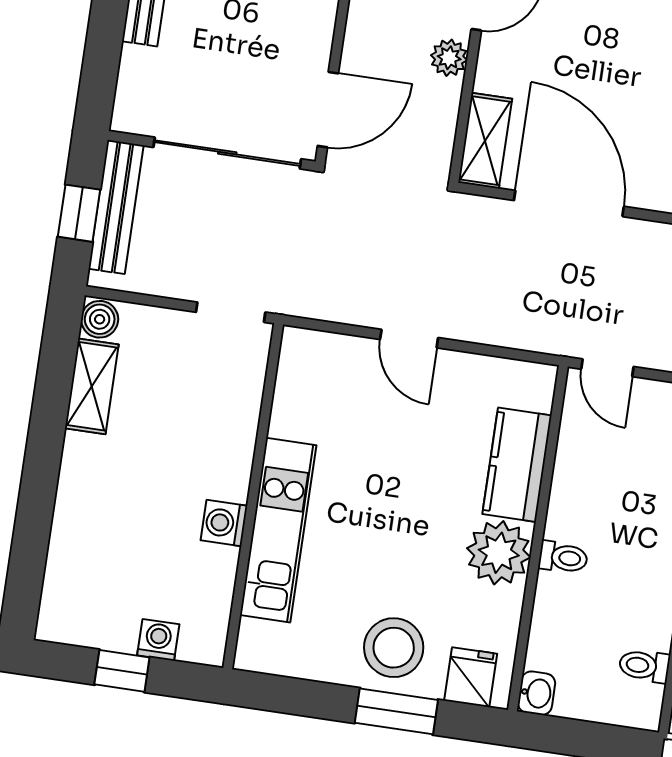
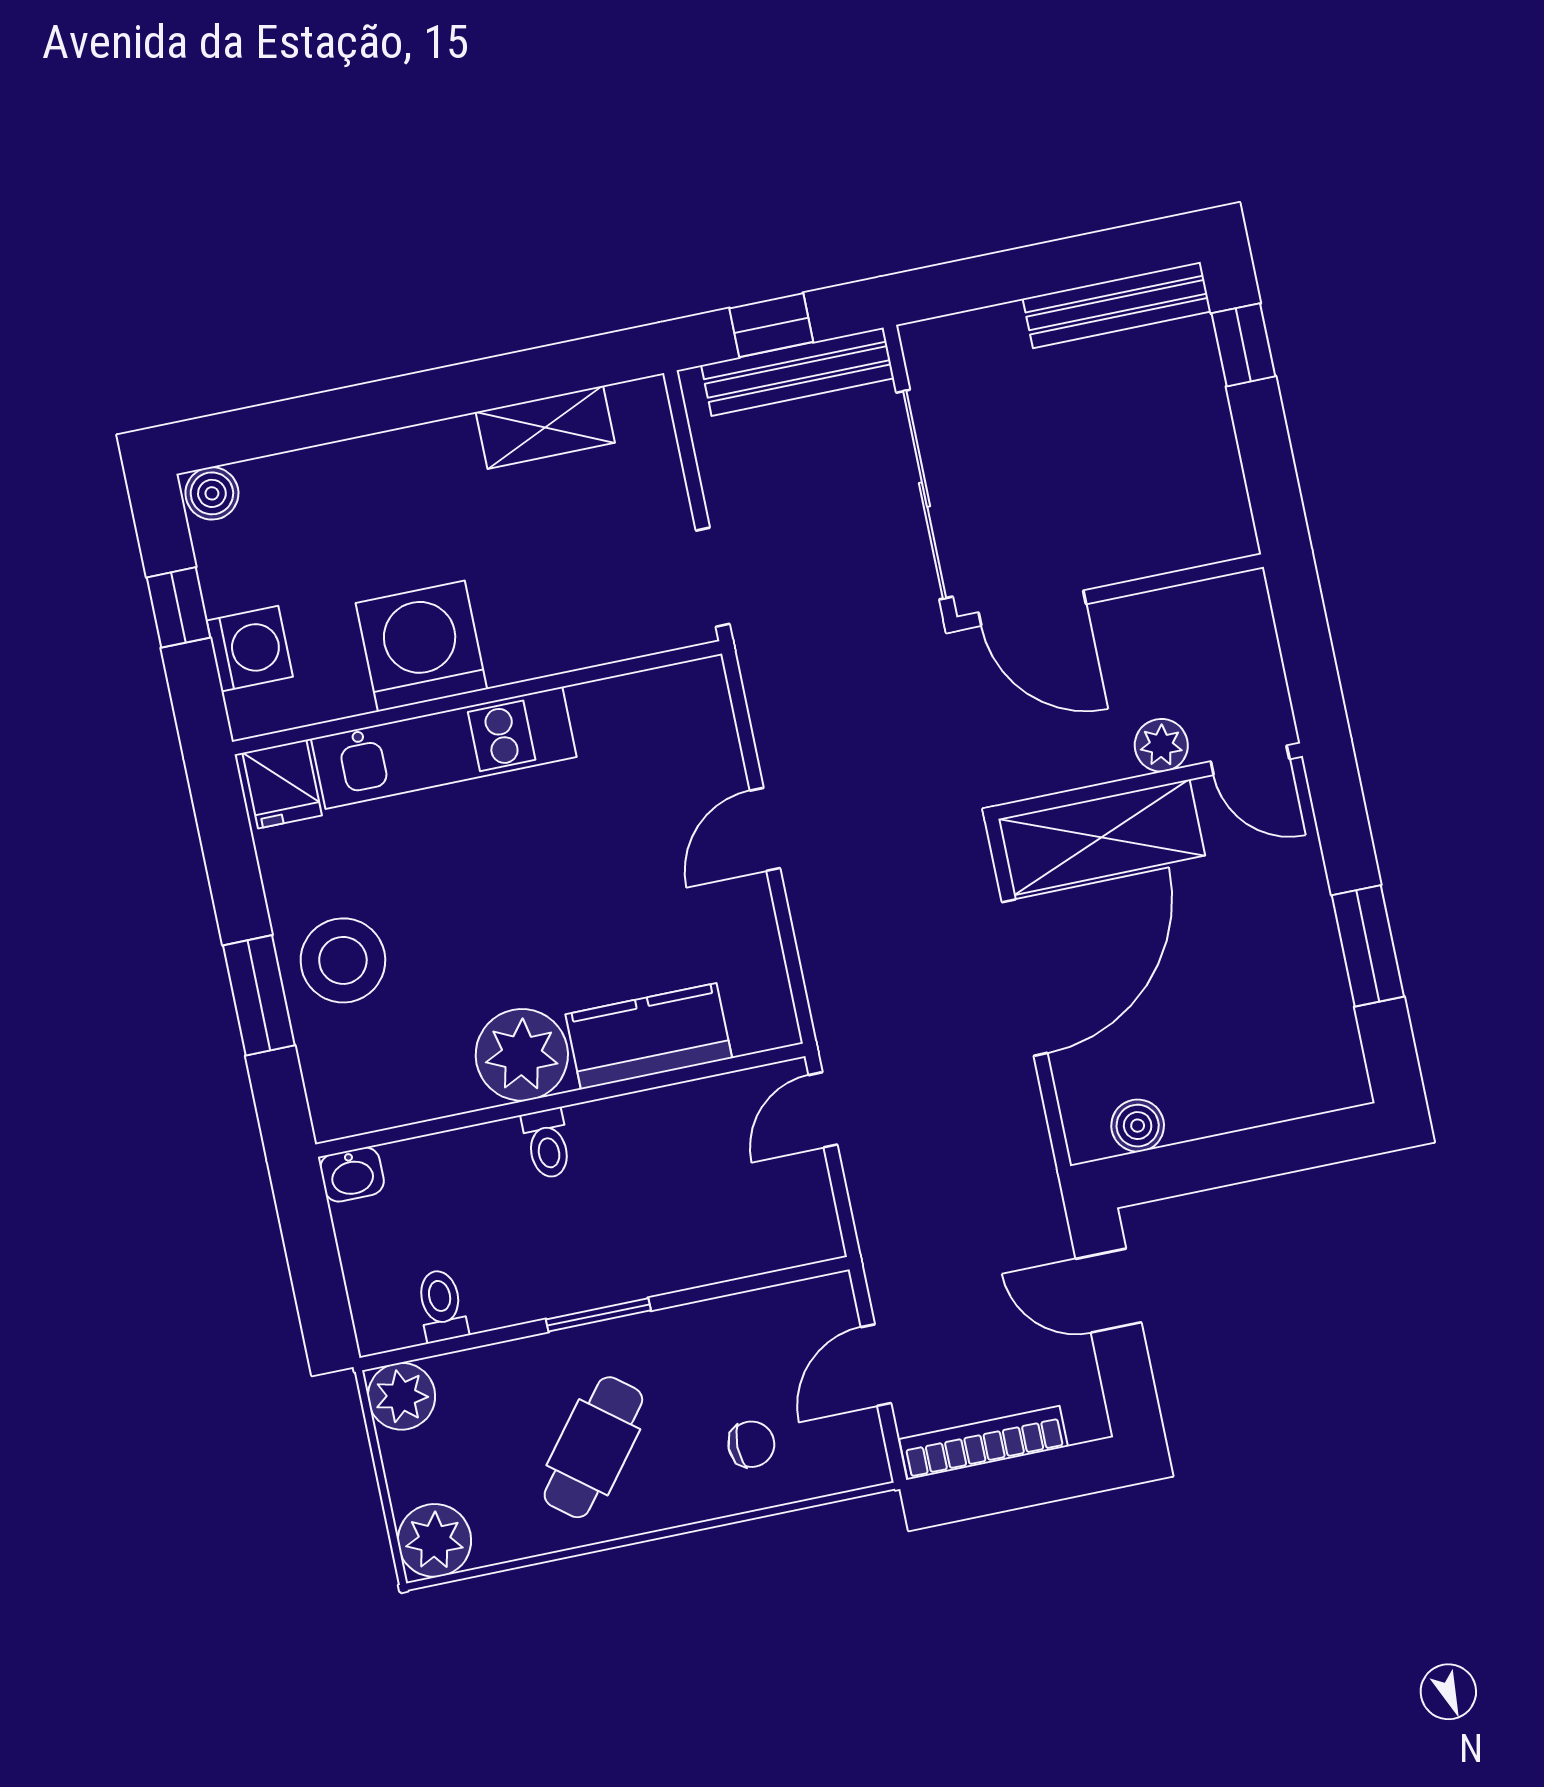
shelving: (485, 141) -> (1102, 837), width x1.50, depth x1.33
boiler: (100, 319) -> (212, 493), moved
washing machine: (224, 523) -> (421, 646), width x1.89, depth x1.89
washing machine: (158, 640) -> (250, 649), width x1.38, depth x1.38
fridge: (471, 677) -> (282, 784), moved, turned 90

